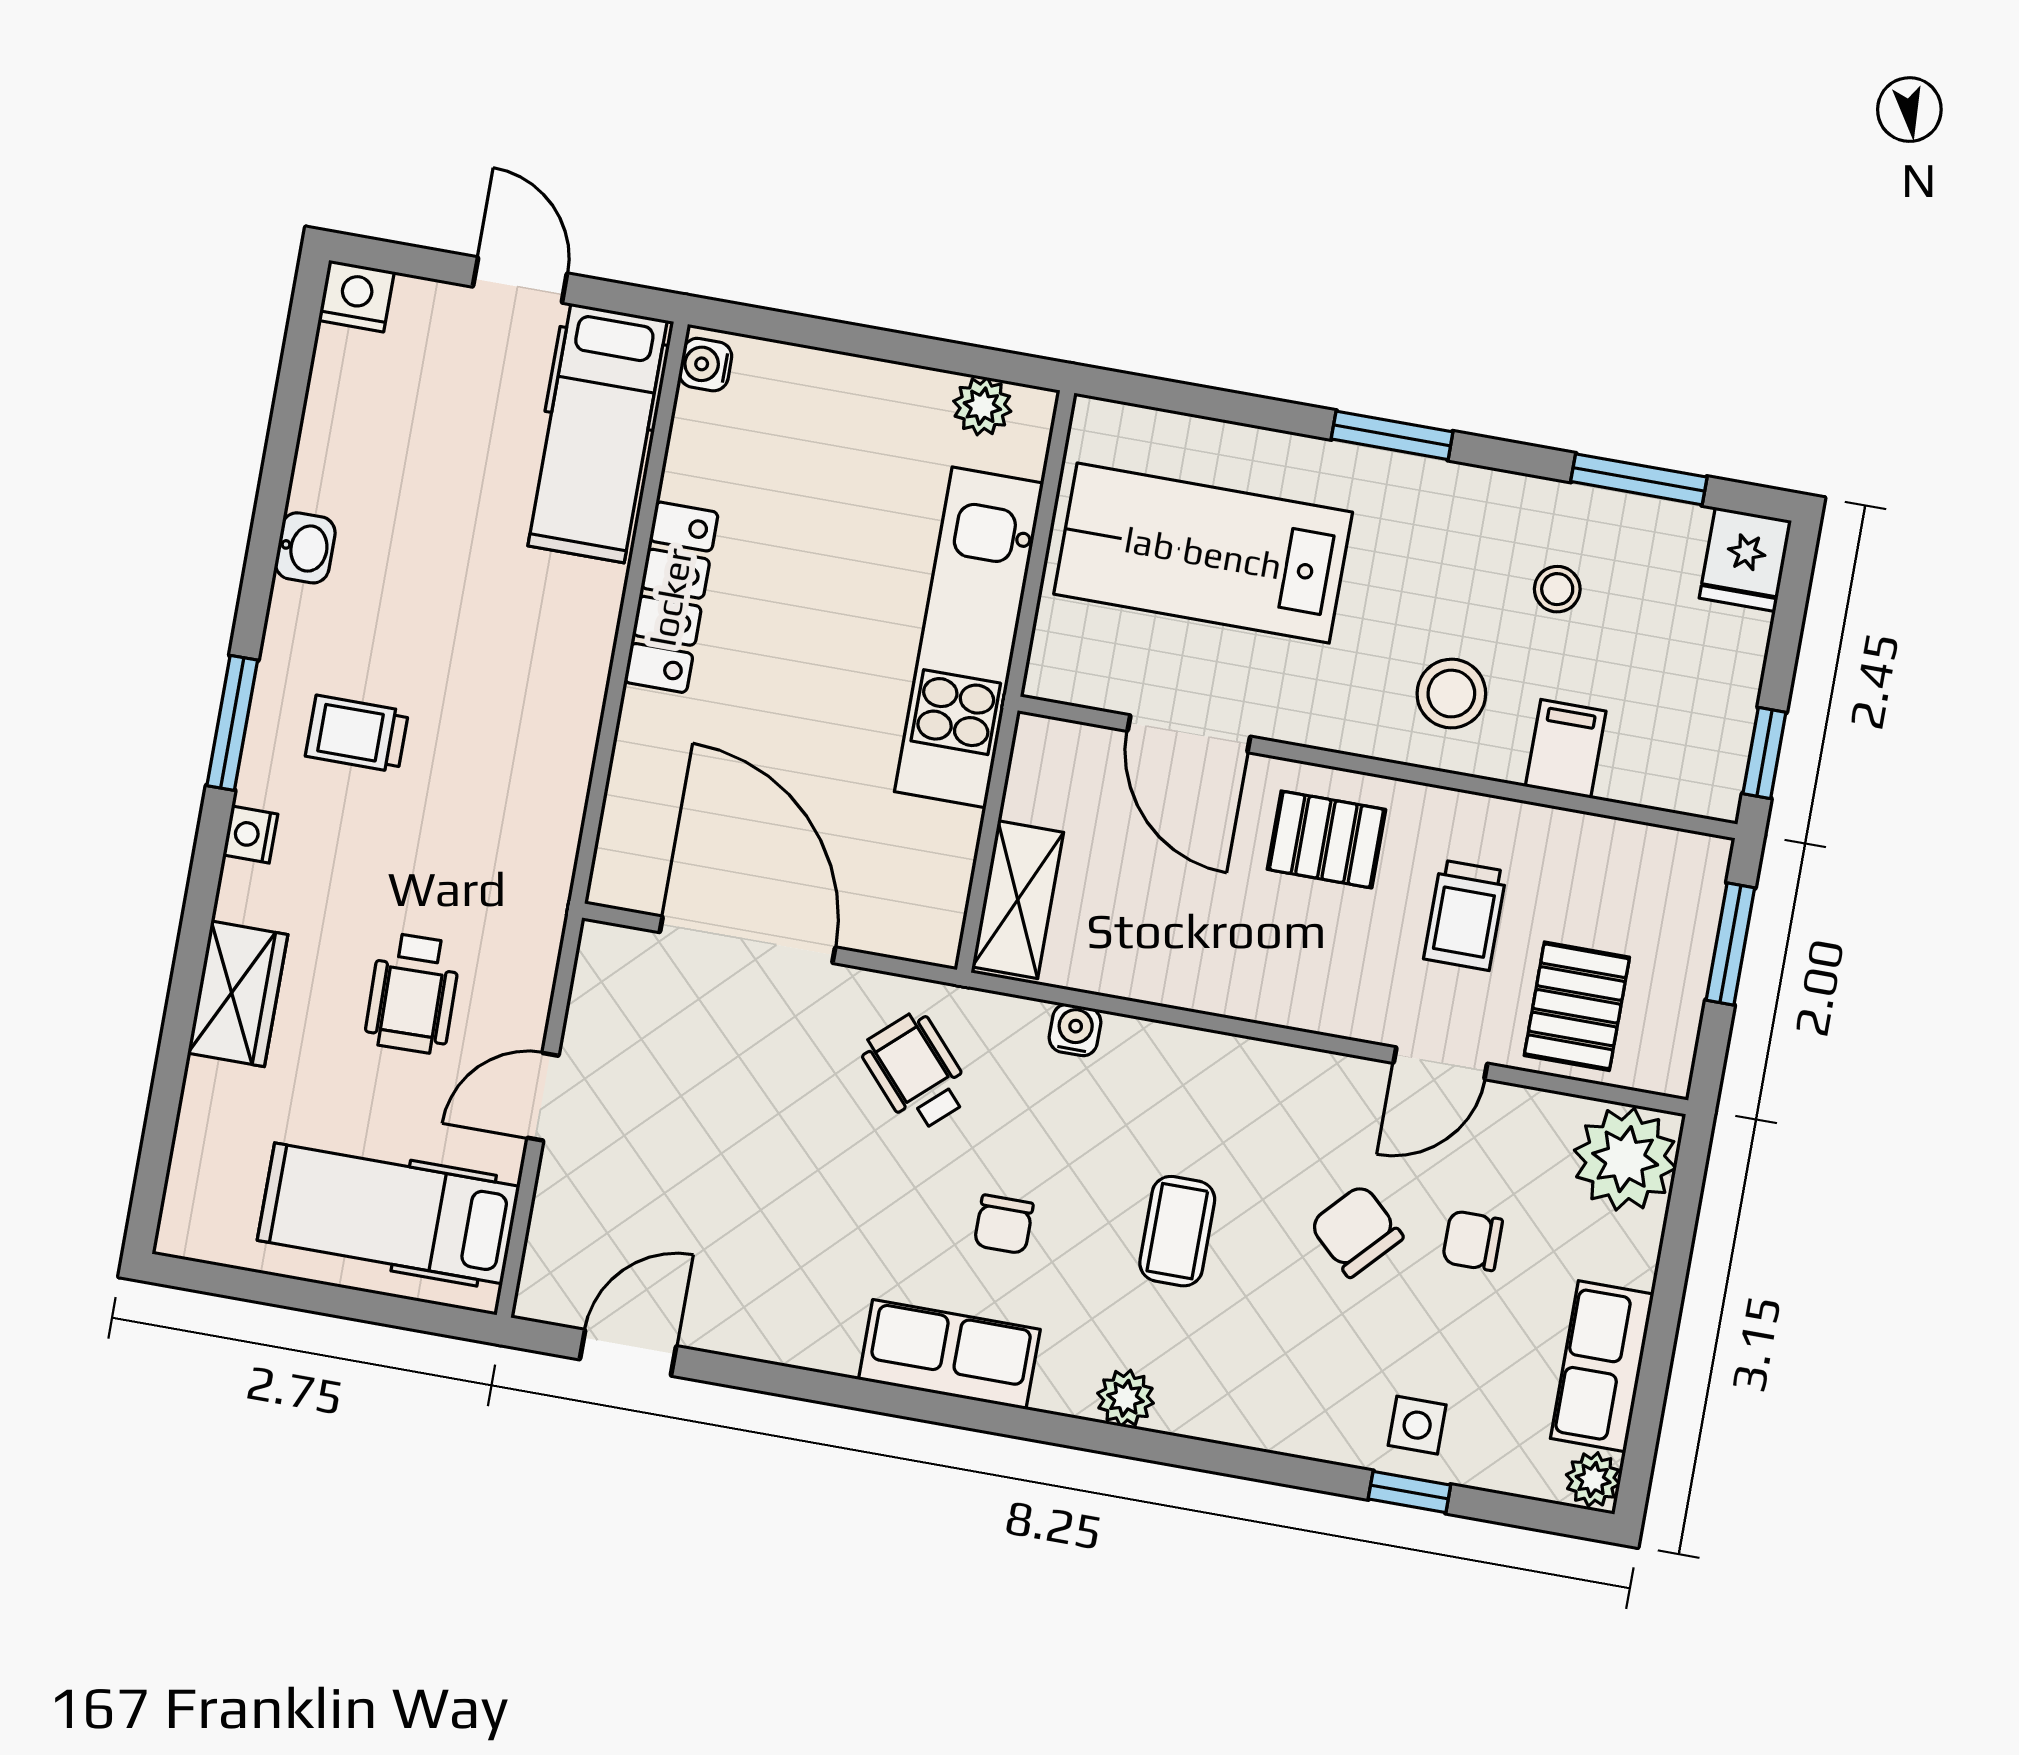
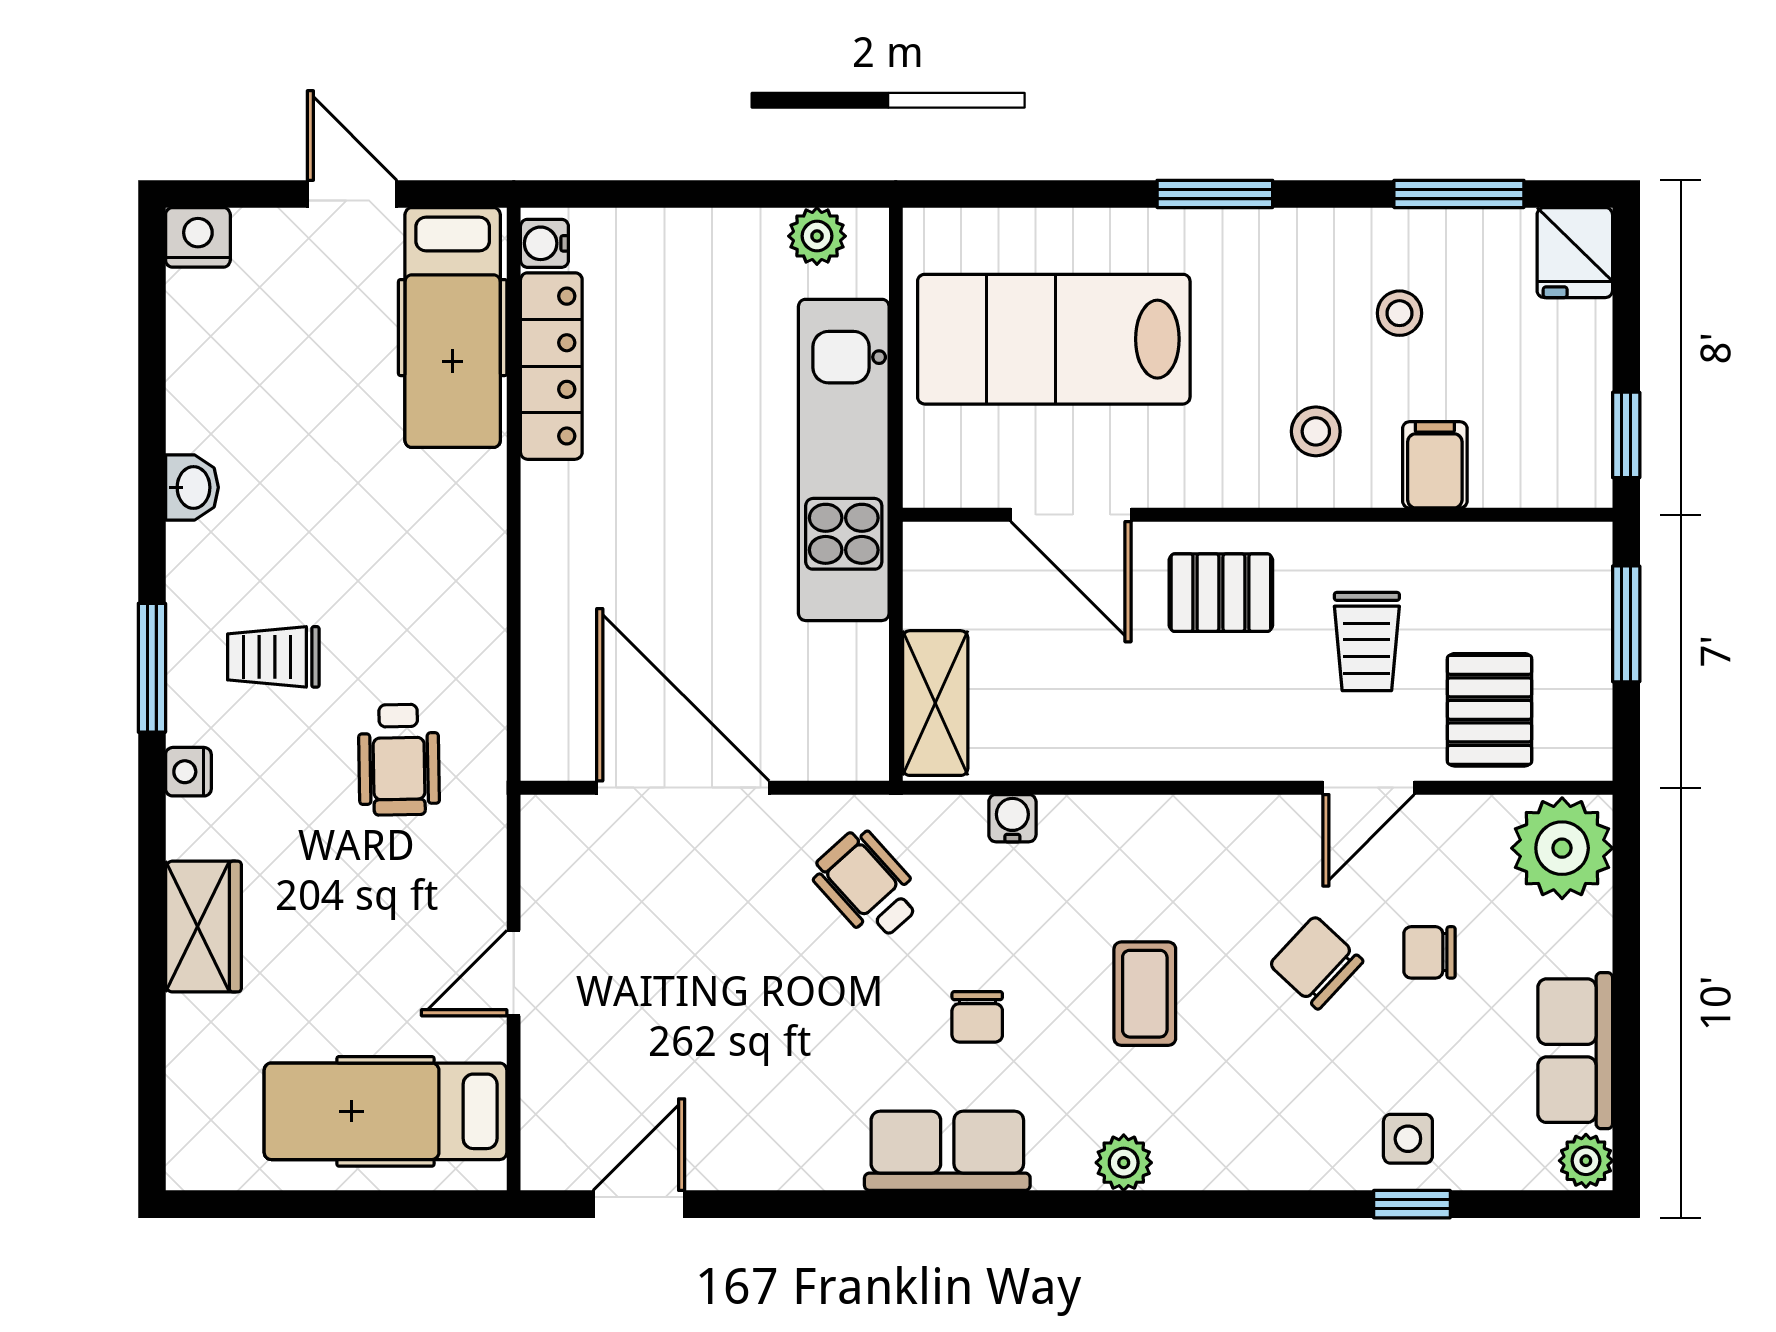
locker: (671, 597) -> (551, 366), moved
stool: (1451, 694) -> (1316, 431), width x0.73, depth x0.73
wheelchair: (413, 993) -> (399, 760), moved

